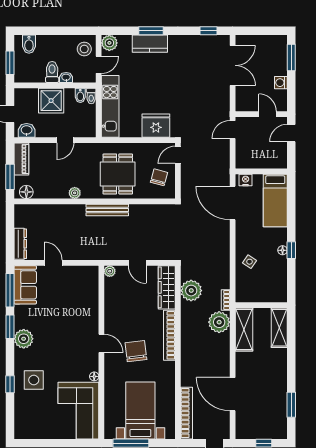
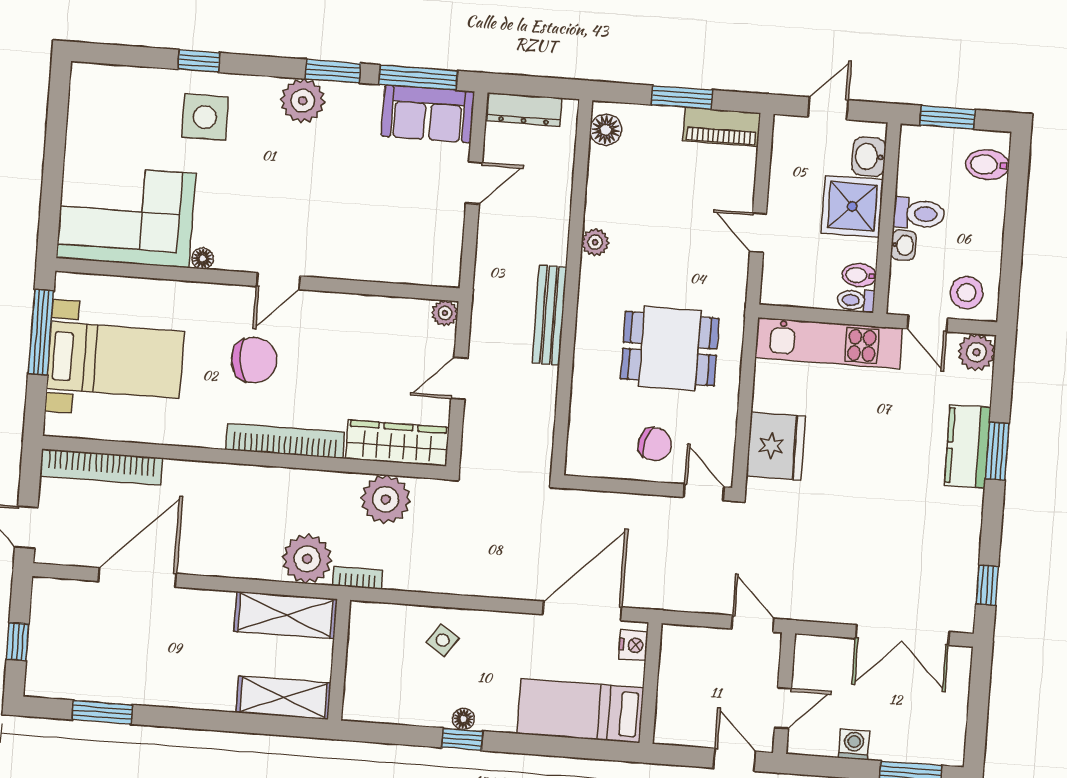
washbasin: (27, 130) -> (869, 157), moved, turned 180
floor lamp: (26, 192) -> (606, 130), moved
plant: (75, 193) -> (595, 242), moved
wall: (95, 201) -> (572, 287), moved
bench: (107, 210) -> (549, 315), moved

